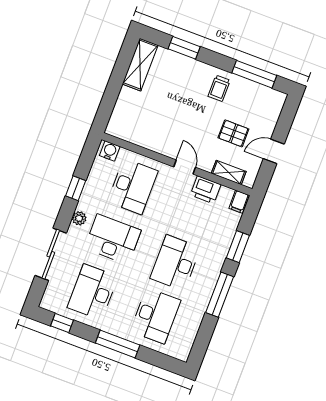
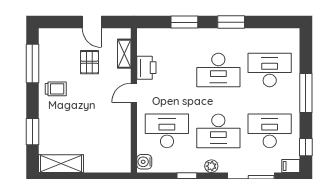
filing cabinet: (239, 202) -> (291, 166), moved, turned 180
desk: (113, 239) -> (218, 131), turned -90
desk: (93, 292) -> (270, 131), turned 180
window: (220, 295) -> (231, 22), width x0.69

